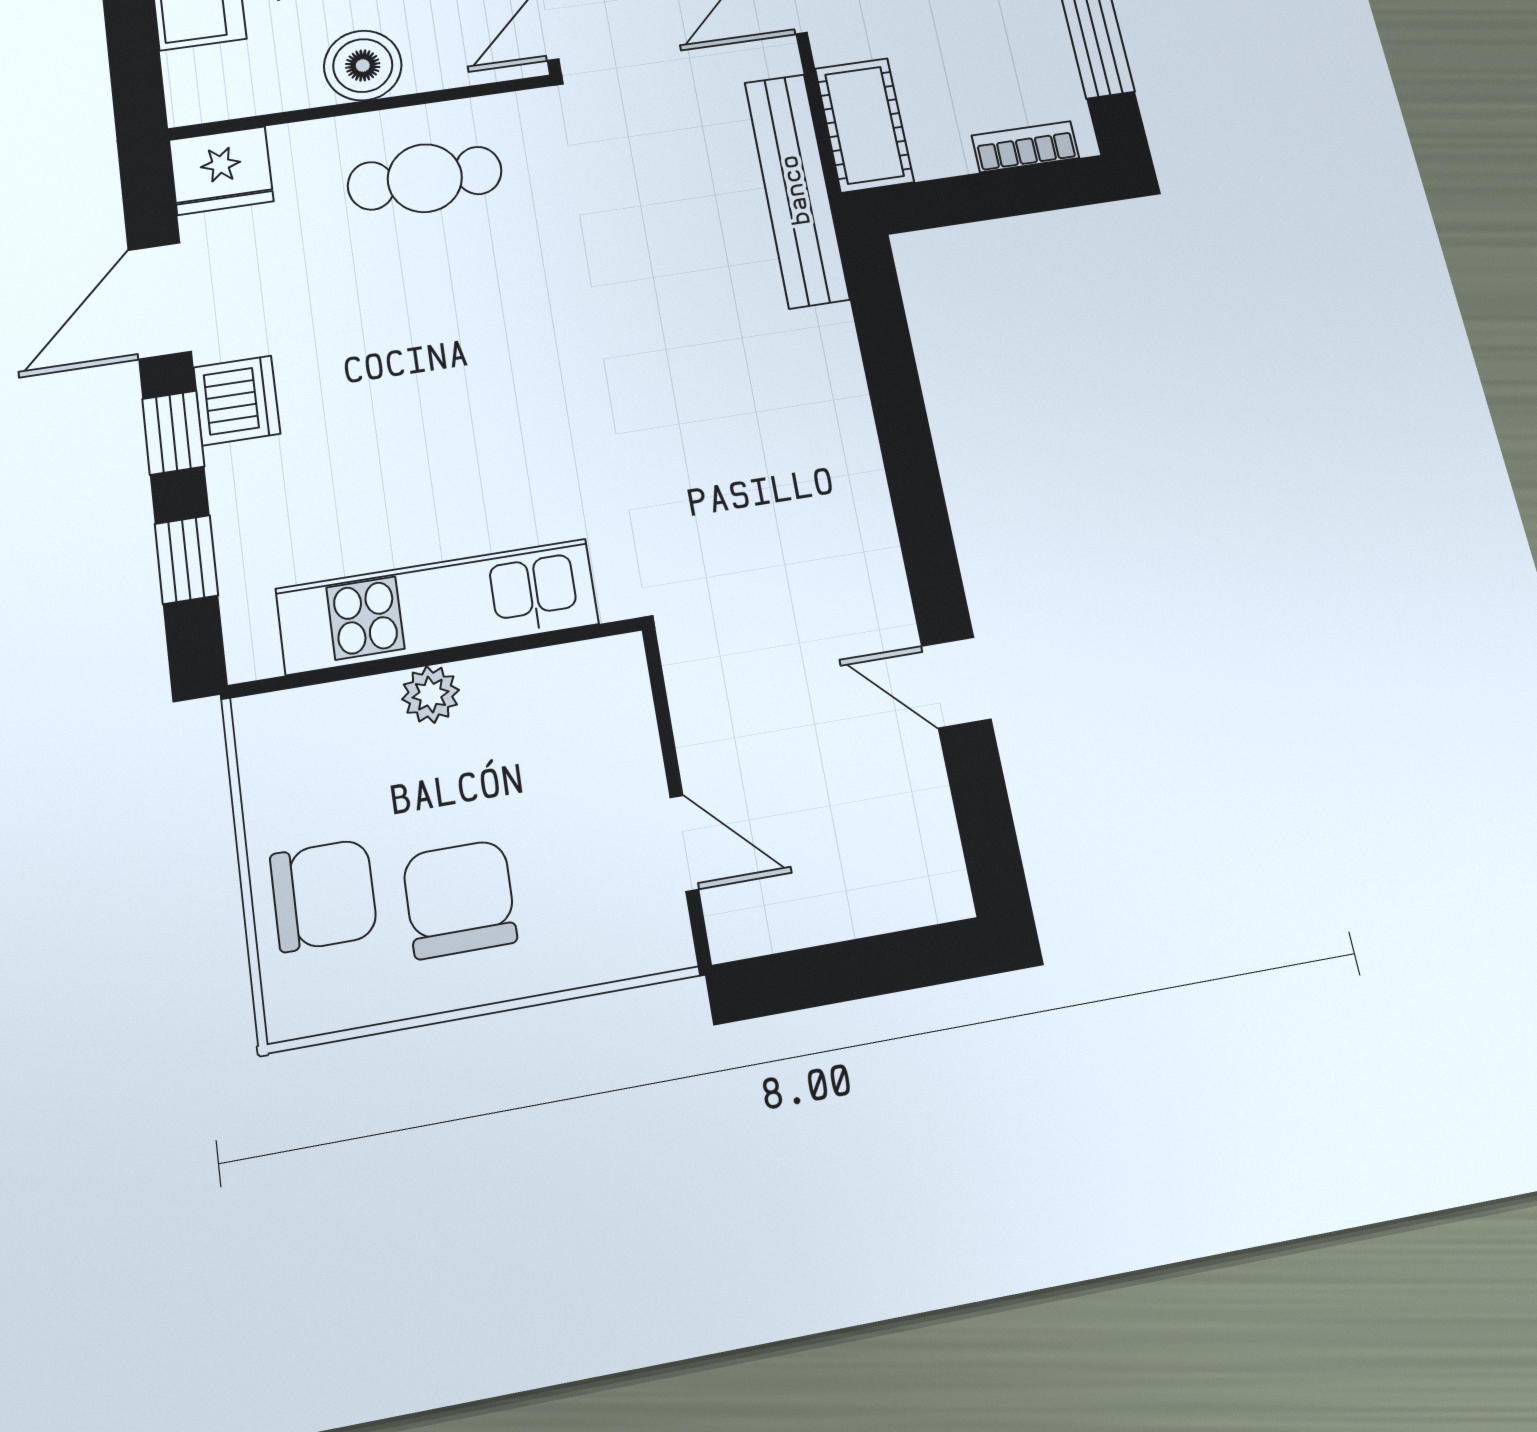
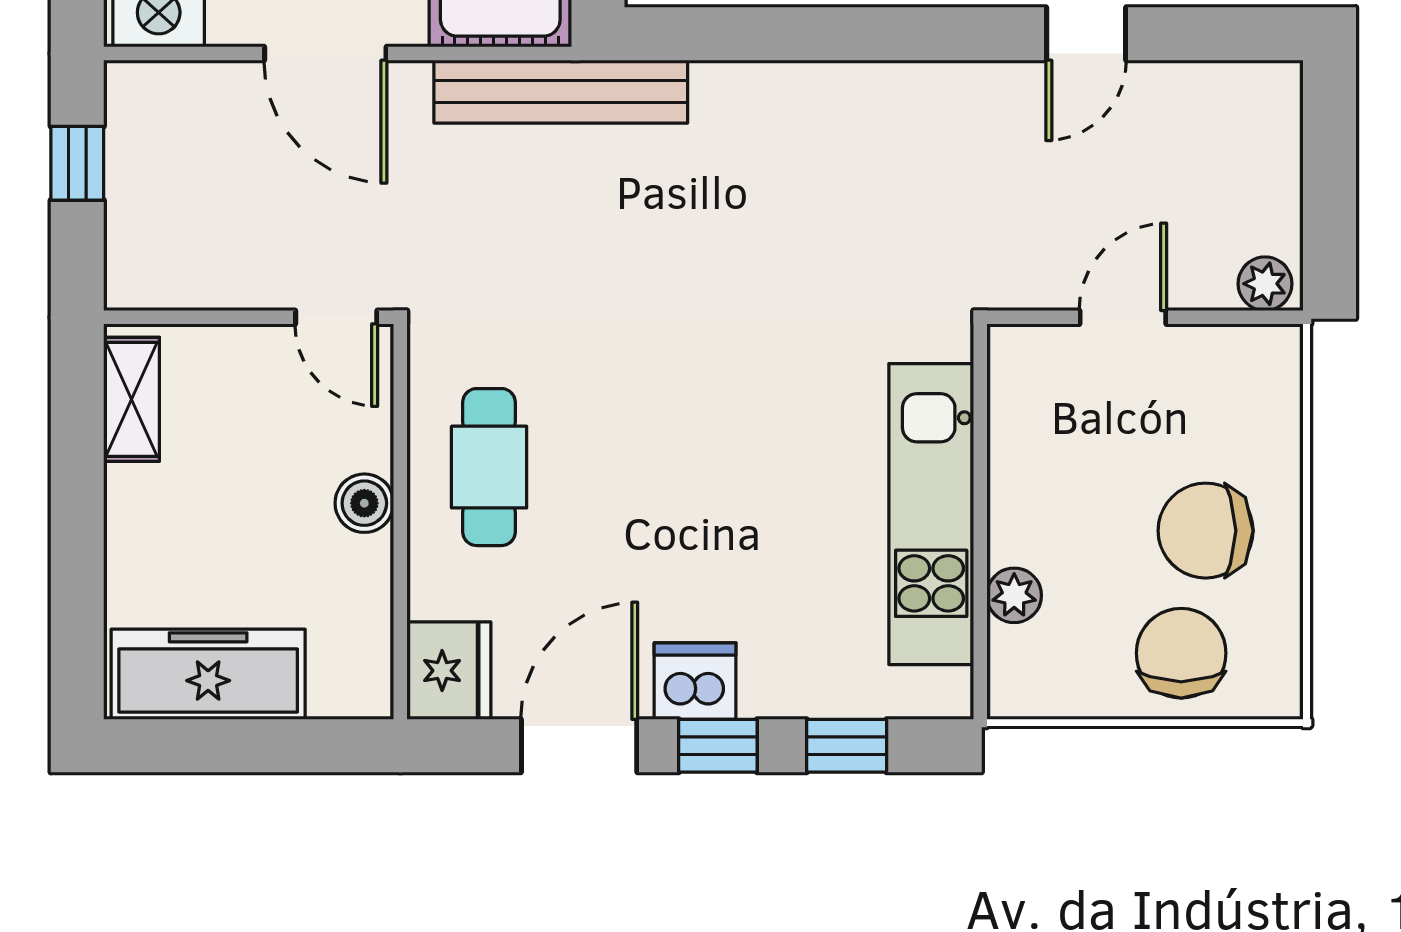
boiler: (363, 65) -> (364, 503), width x0.73, depth x0.73
door: (160, 301) -> (579, 746), swing flipped
plant: (430, 695) -> (1014, 595), moved
door: (684, 843) -> (1123, 317), moved
plant: (733, 918) -> (1265, 284), added

